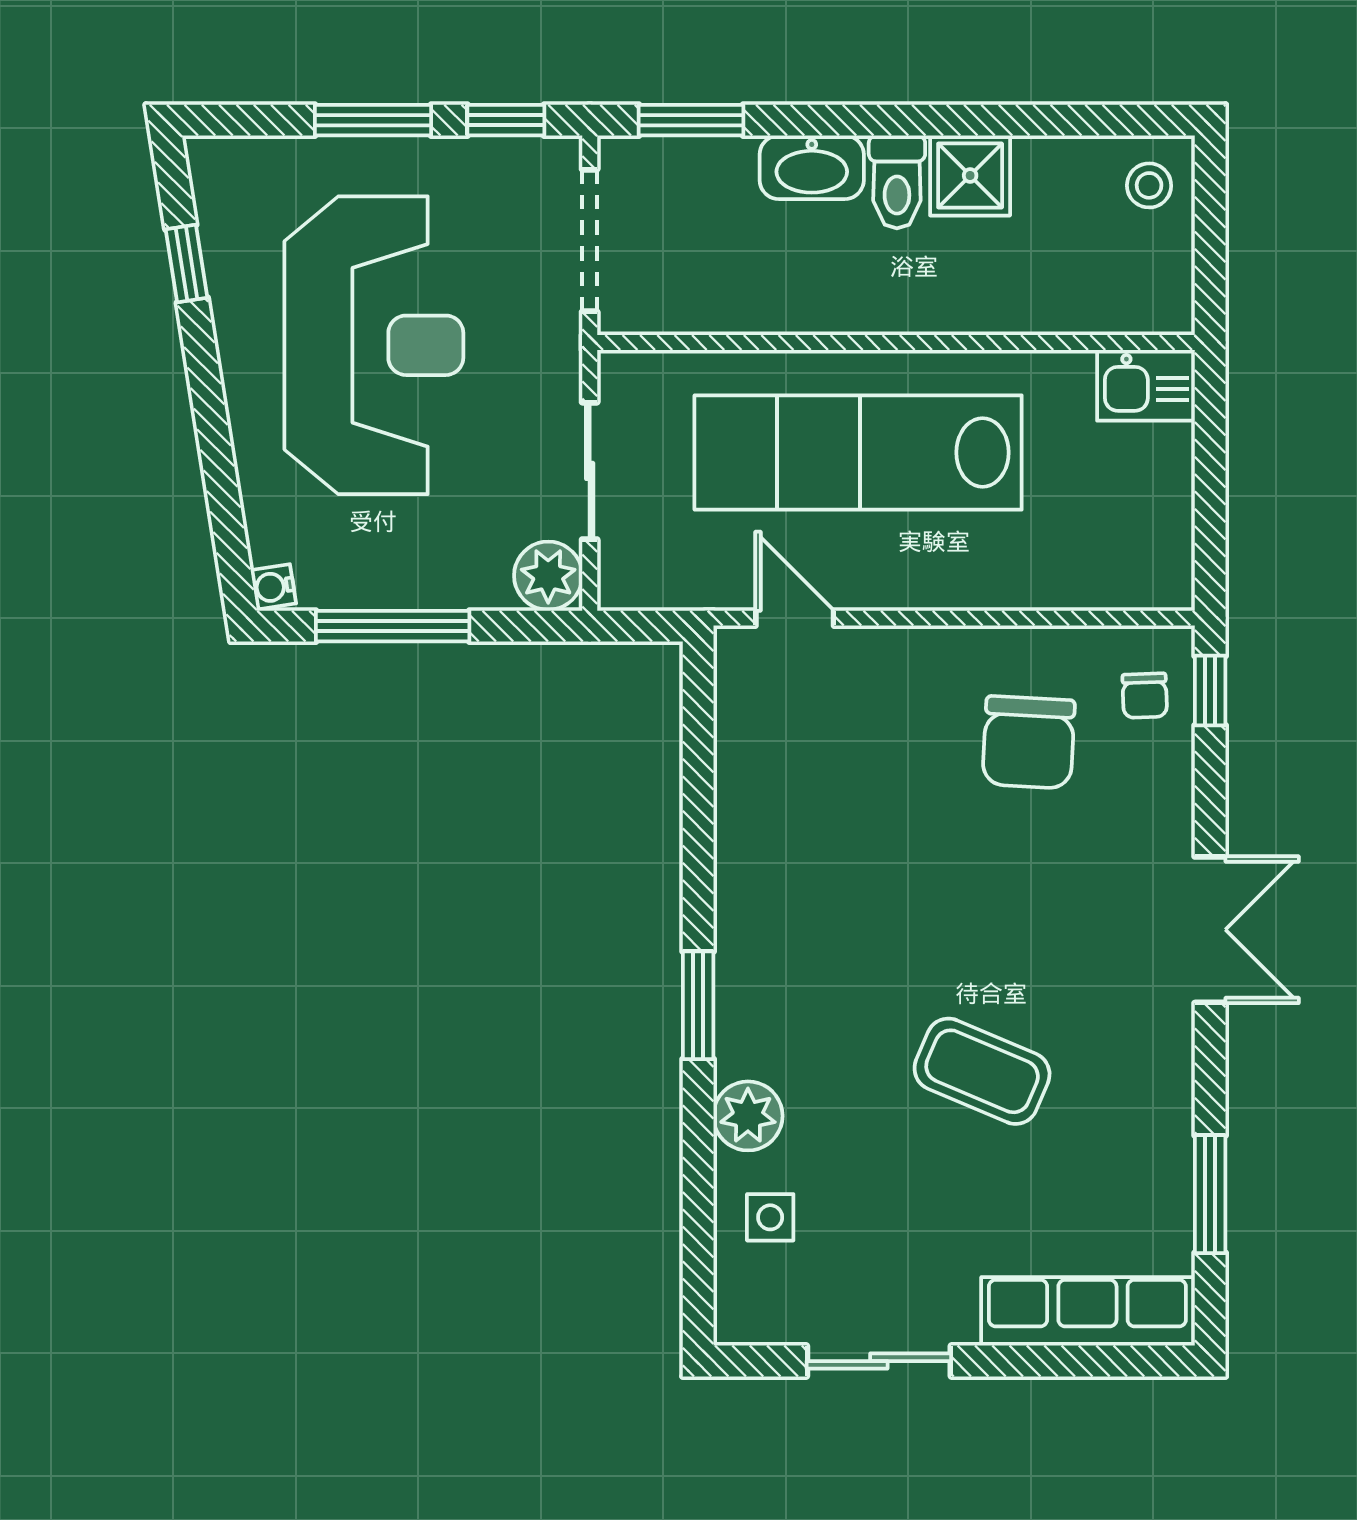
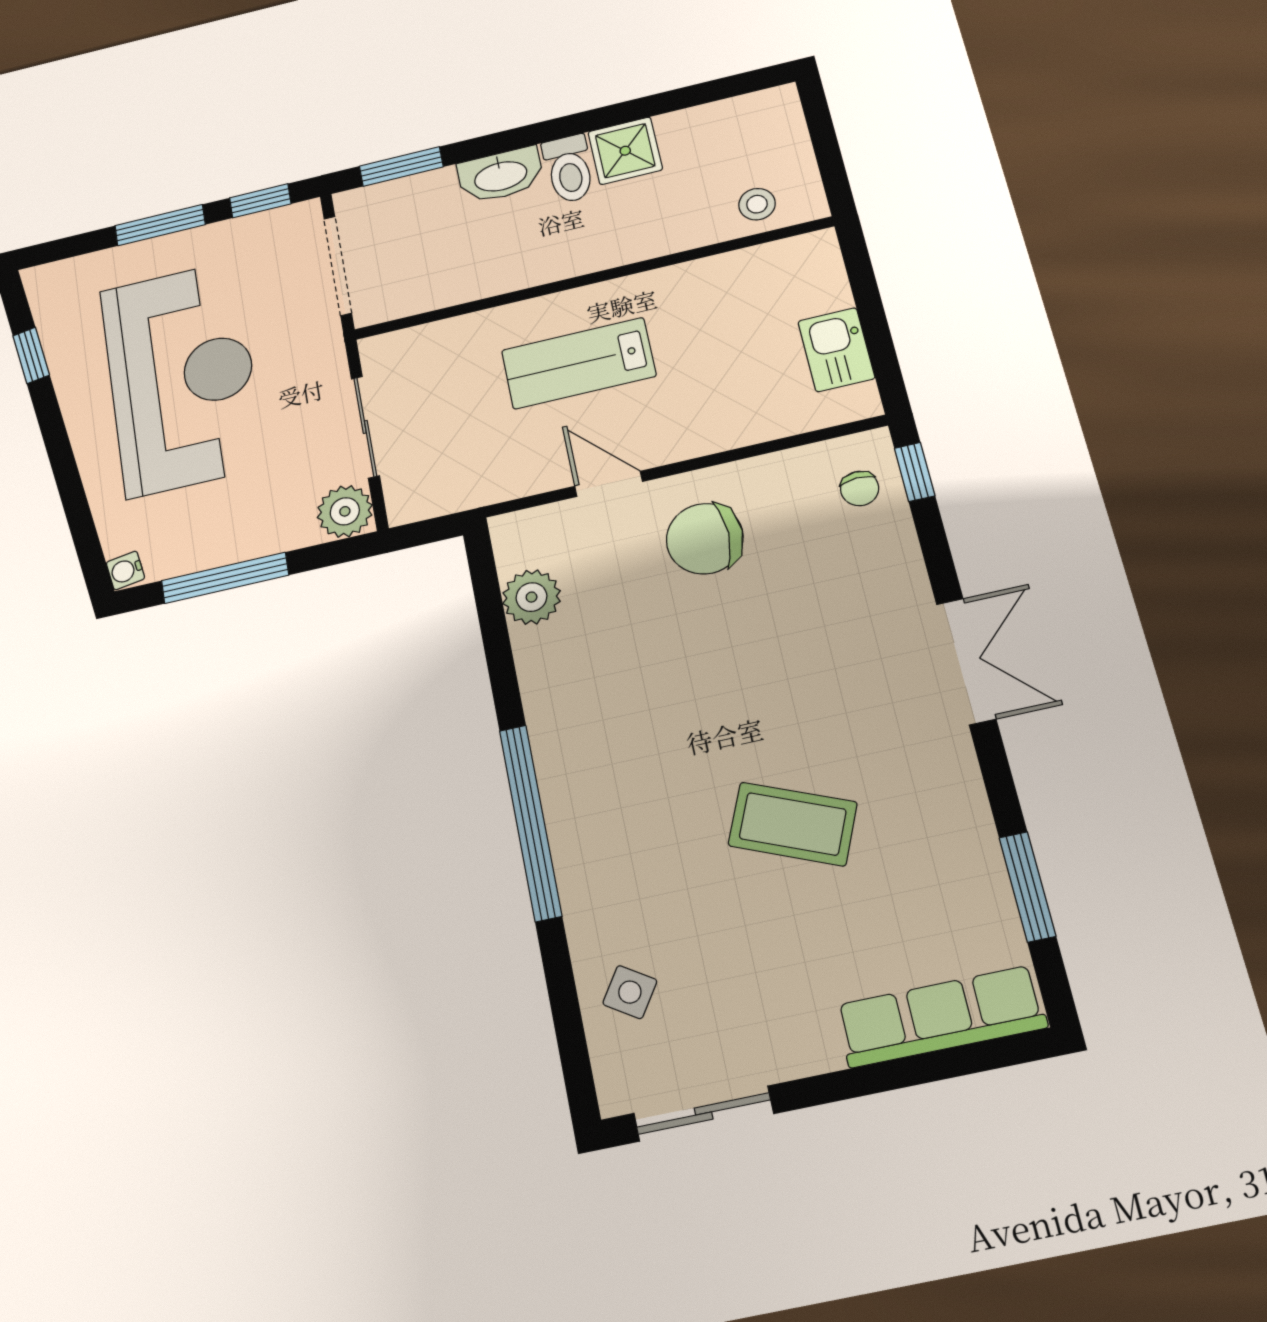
stool: (1149, 185) -> (757, 204), moved
kitchen sink: (1146, 385) -> (836, 350), moved, turned 90
lab bench: (858, 452) -> (579, 363), width x0.54, depth x0.72
door: (795, 618) -> (609, 484), moved
chair: (1029, 742) -> (705, 539), moved, turned 87
window: (698, 1005) -> (530, 822), width x2.11
plant: (748, 1116) -> (531, 597), moved
side table: (770, 1217) -> (630, 992), turned 33
sliding door: (879, 1361) -> (704, 1114), moved

